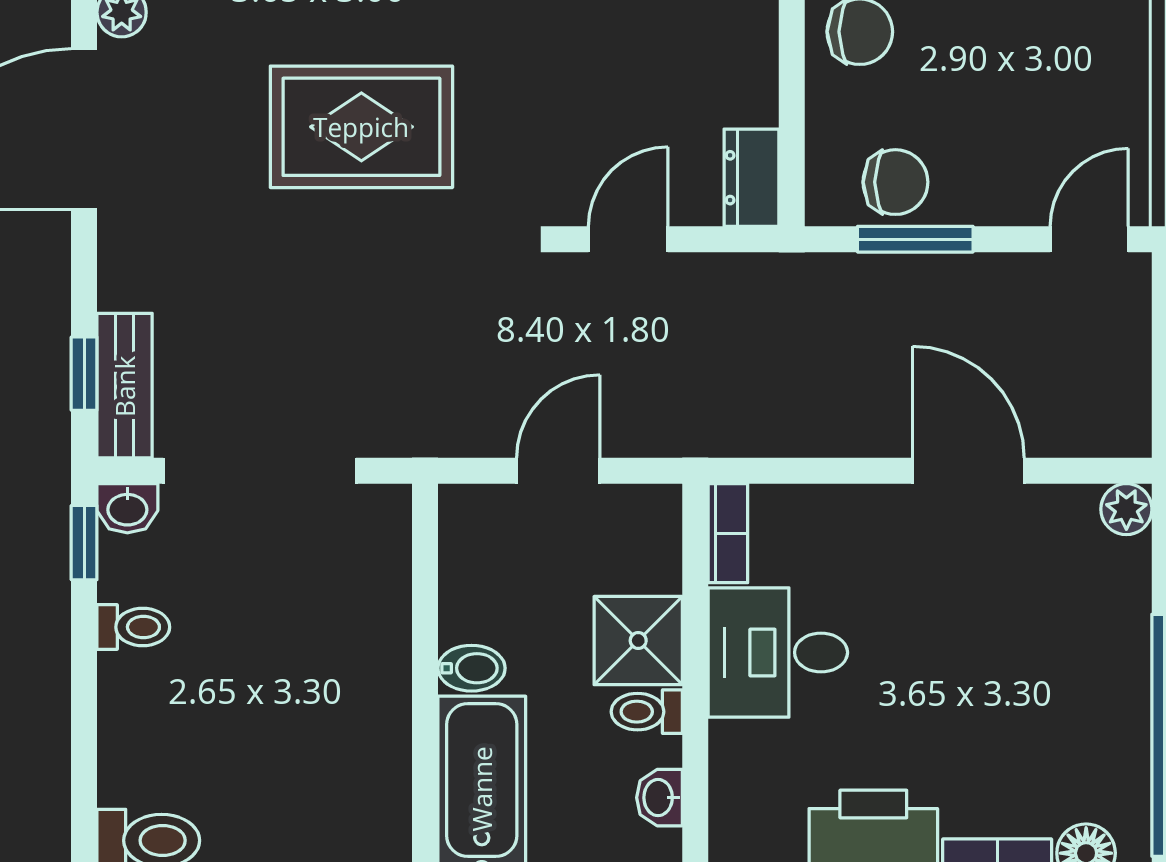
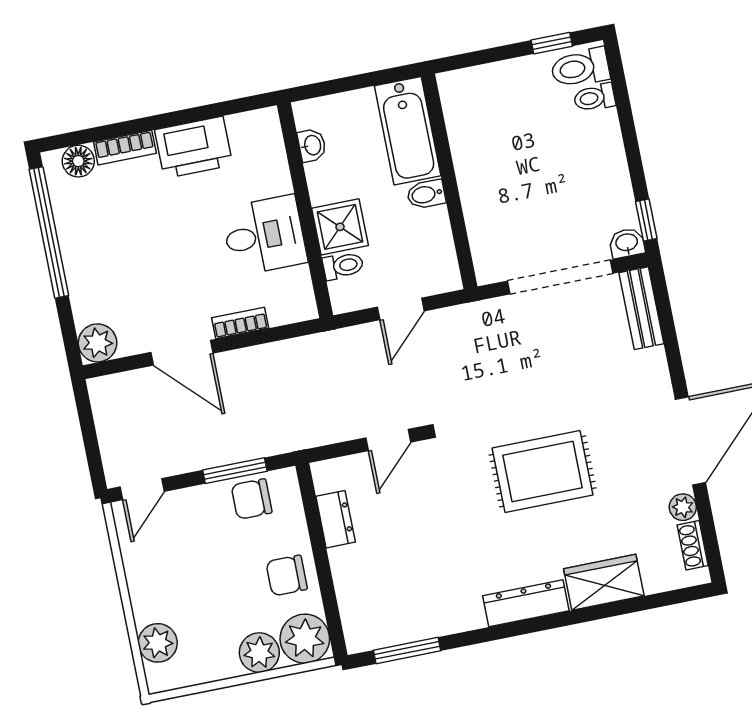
dresser: (751, 178) -> (336, 519), moved
window: (84, 374) -> (664, 310), removed
plant: (1126, 509) -> (98, 343), width x1.38, depth x1.38
bookcase: (728, 533) -> (240, 323), moved, turned 90
toilet: (133, 627) -> (594, 98), moved
toilet: (647, 712) -> (343, 266), moved

